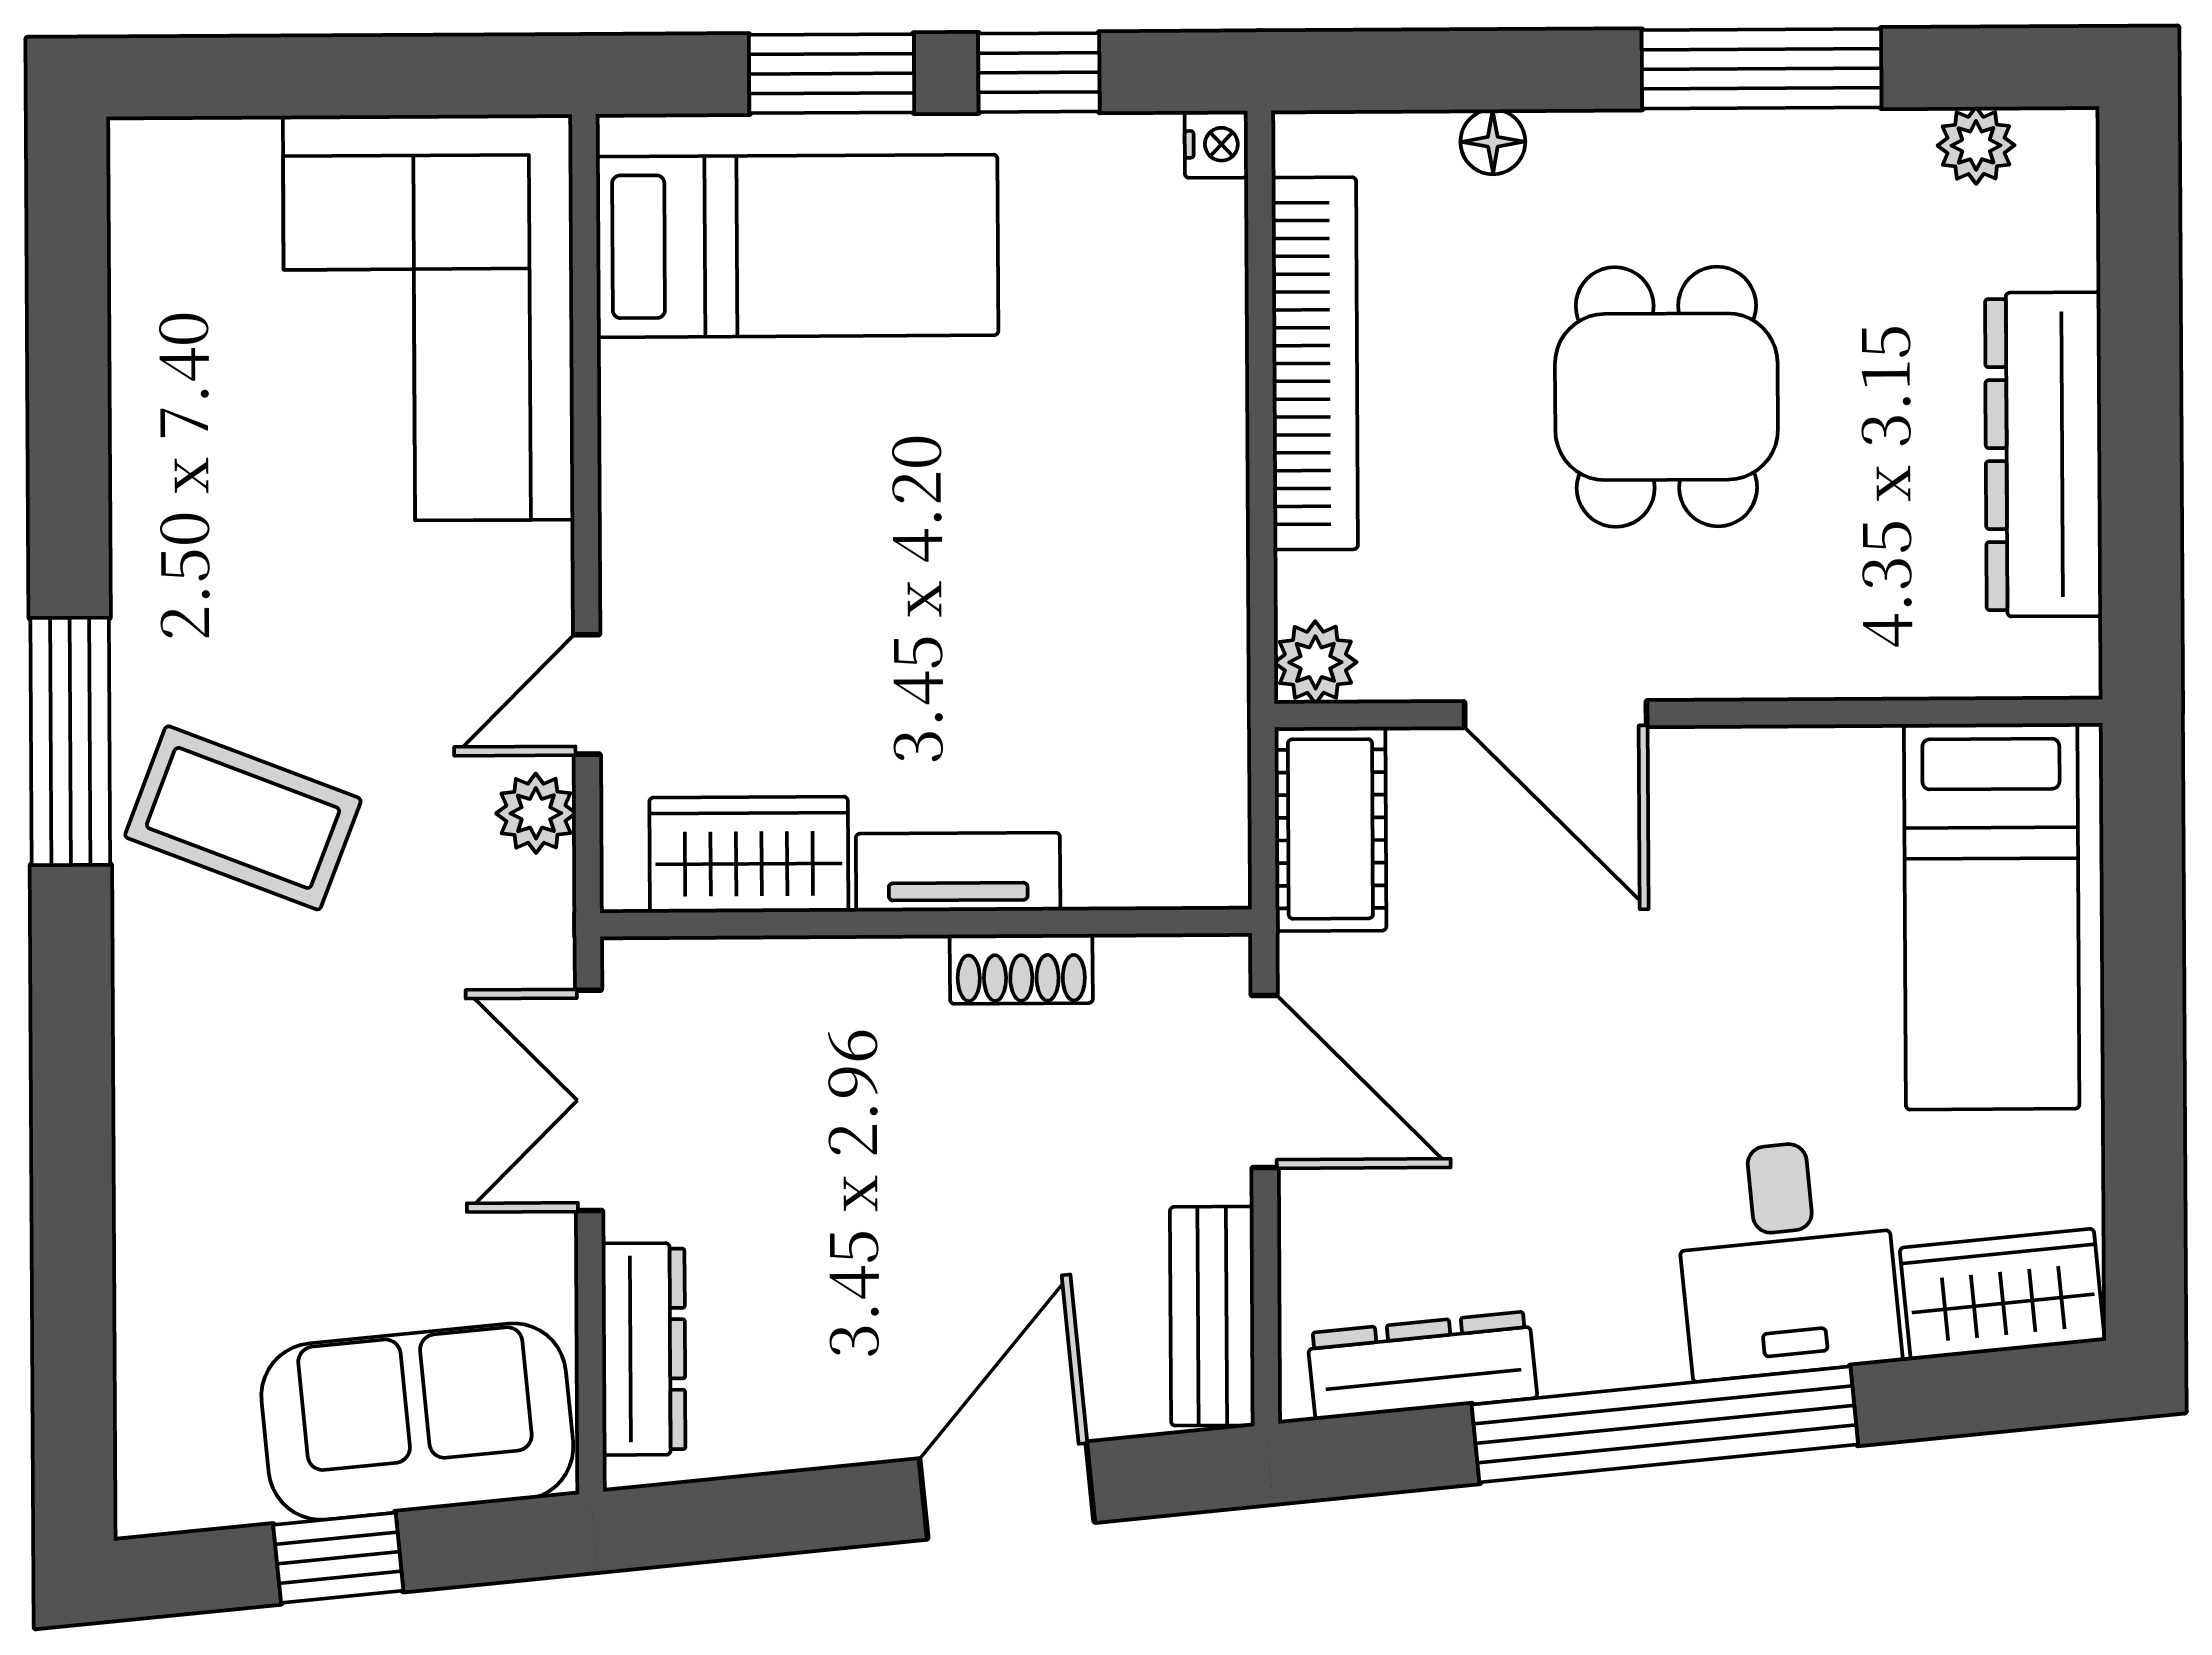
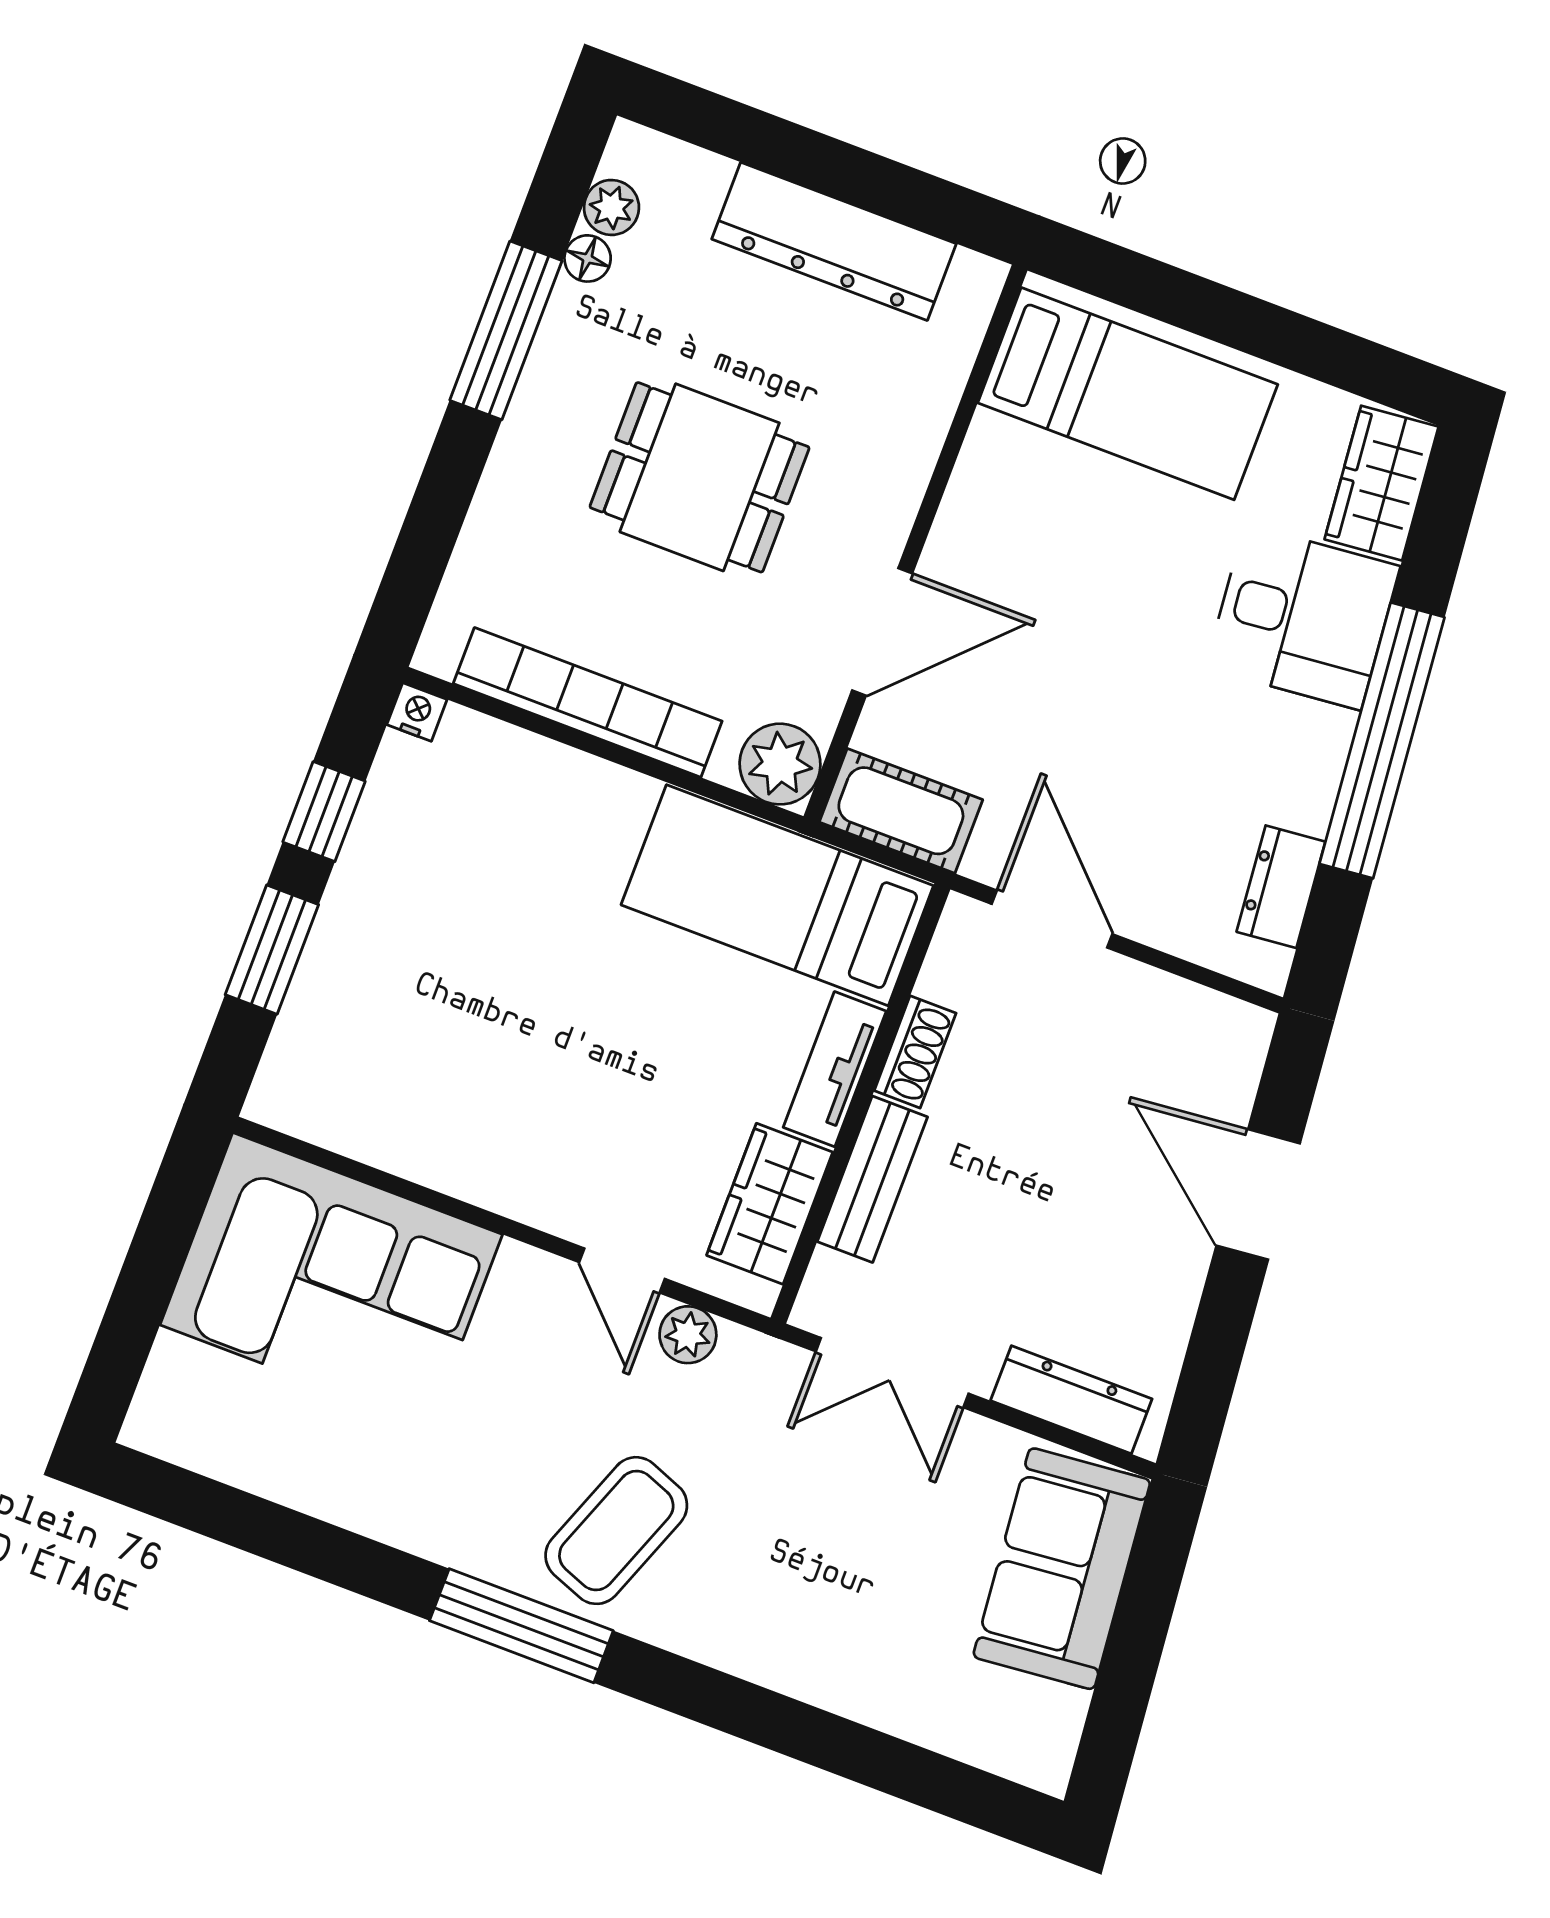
floor lamp: (1493, 142) -> (588, 258), moved
bed: (797, 246) -> (777, 895), moved, turned -90
plant: (1315, 662) -> (780, 764), width x1.38, depth x1.38
door: (1265, 1082) -> (1052, 919), hinge flipped
bench: (1212, 1316) -> (872, 1179), moved, turned 90
dresser: (1422, 1366) -> (1281, 887), width x0.70
window: (338, 1558) -> (1132, 1656), removed

